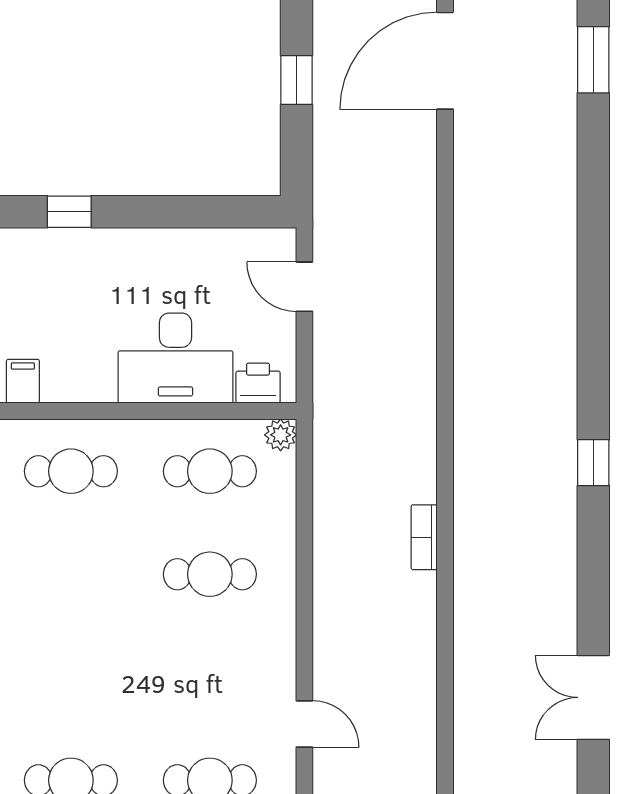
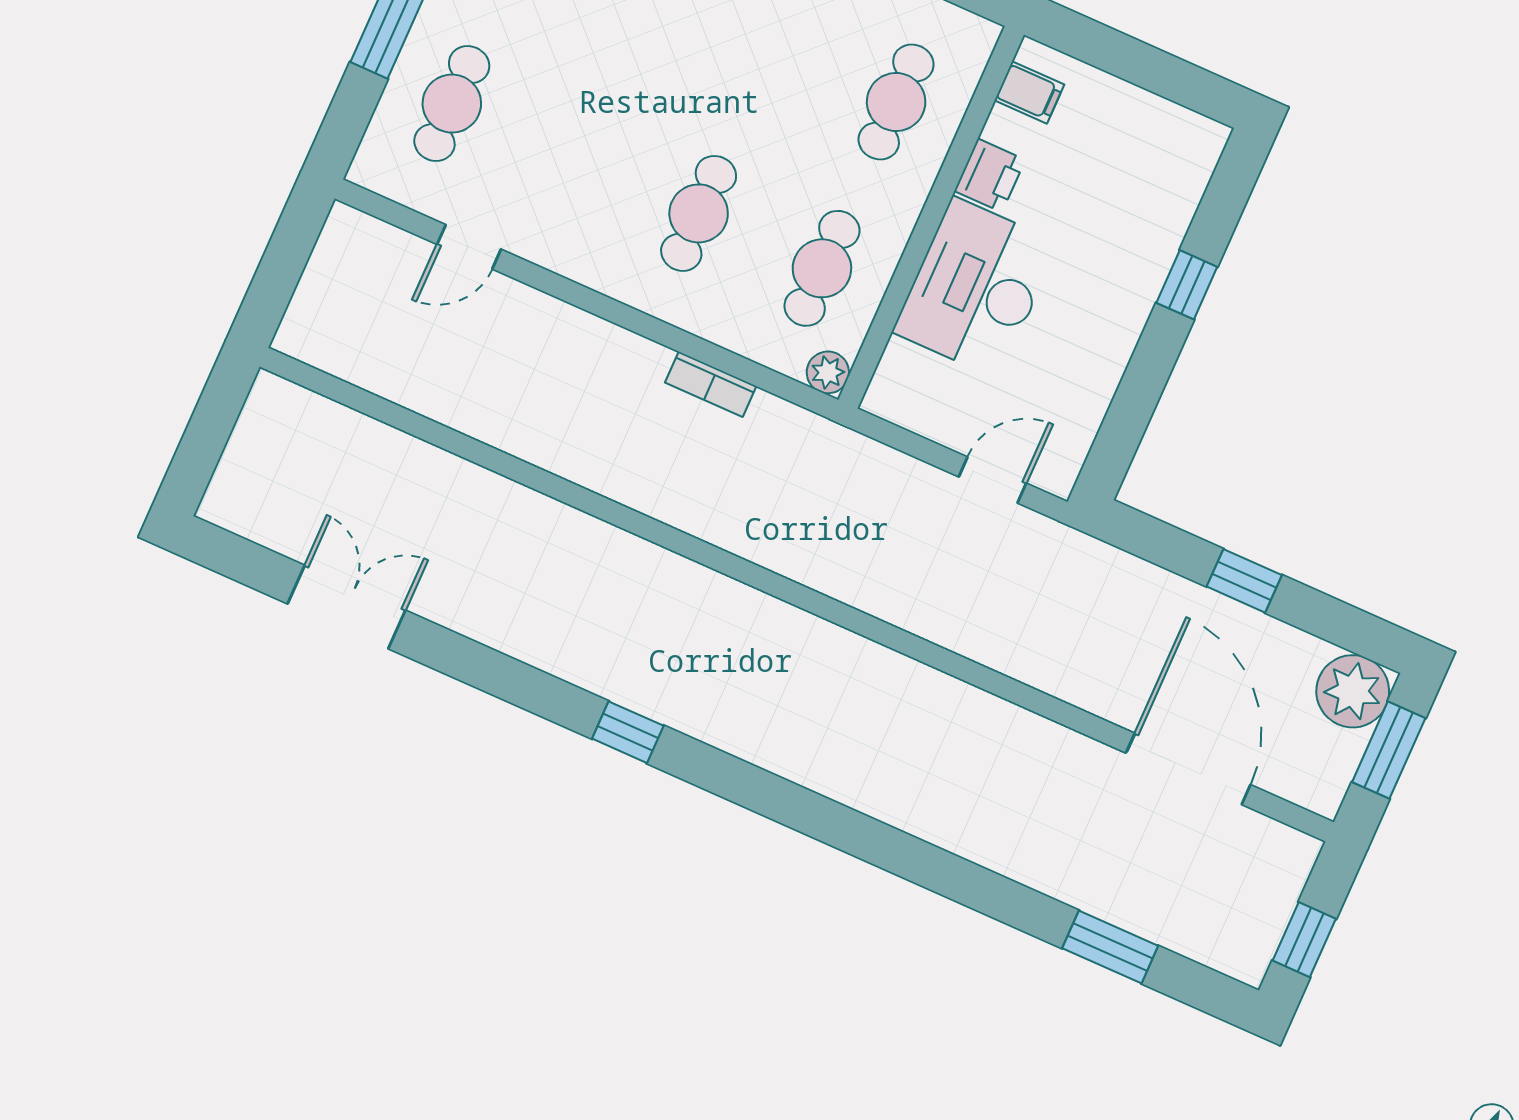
window: (69, 212) -> (1187, 285), moved
printer: (258, 383) -> (990, 175), moved
bookcase: (424, 537) -> (711, 384), moved, turned 180

